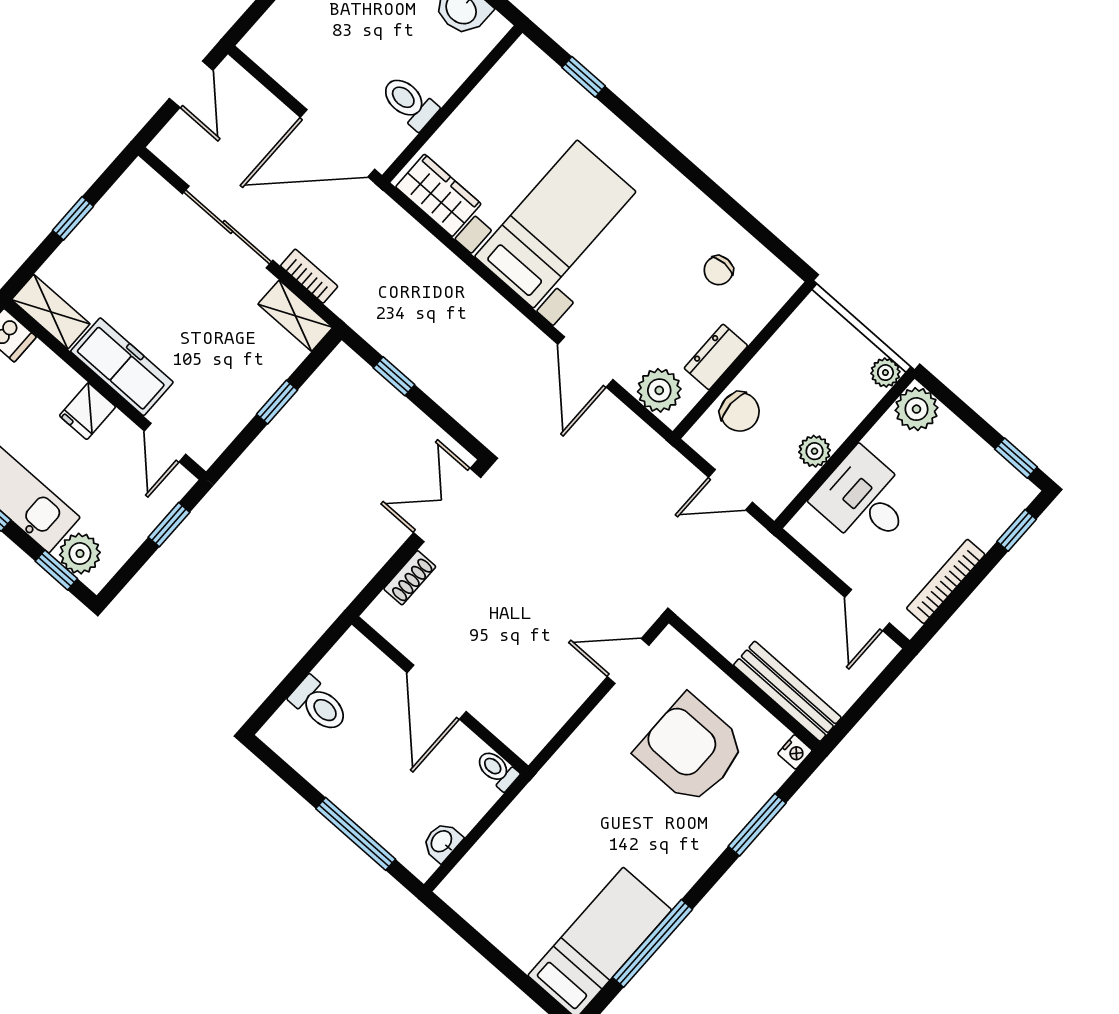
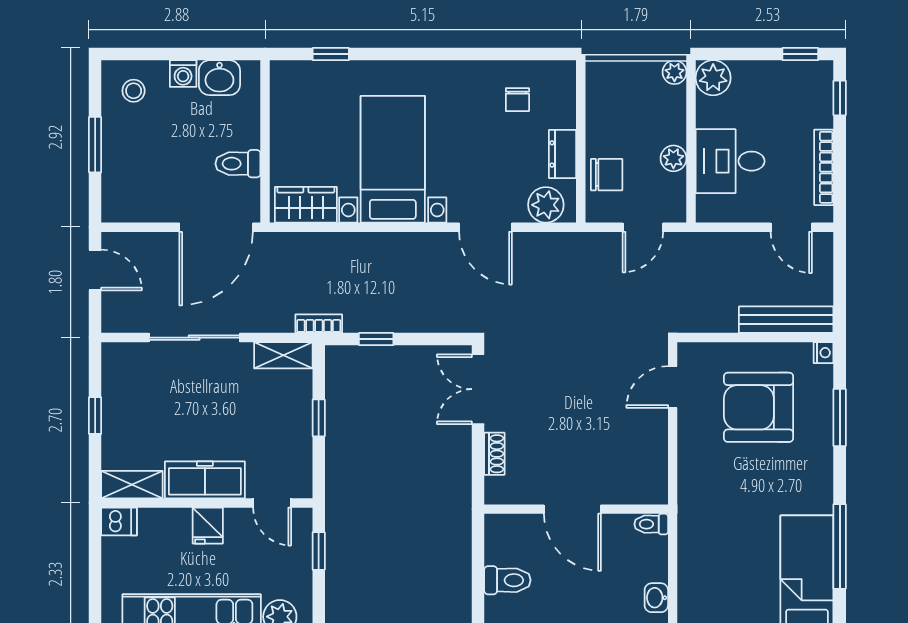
bookcase: (309, 276) -> (319, 324), moved

